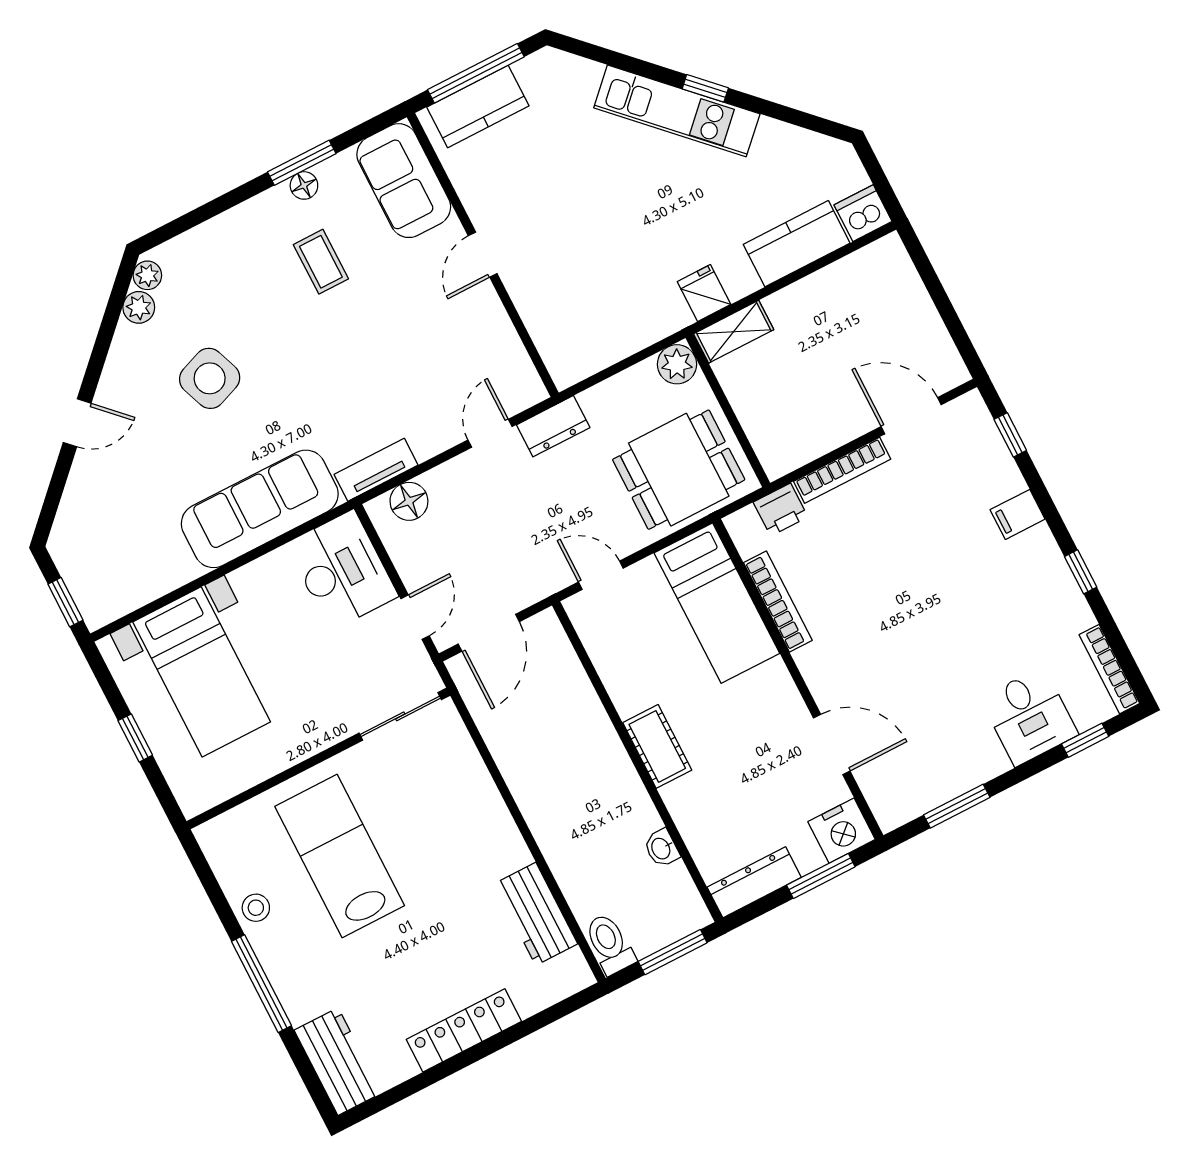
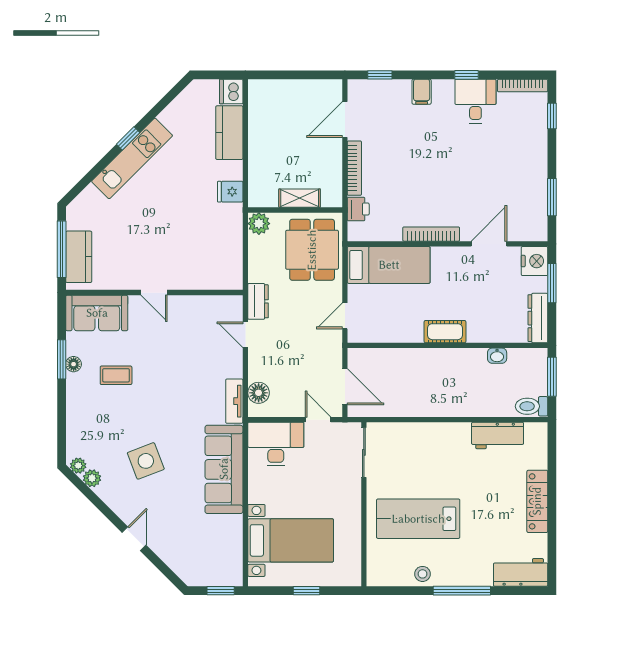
shelving: (734, 332) -> (300, 198), moved, turned 90
bookcase: (778, 602) -> (431, 234), moved
desk: (1029, 716) -> (475, 101), moved, turned -90

